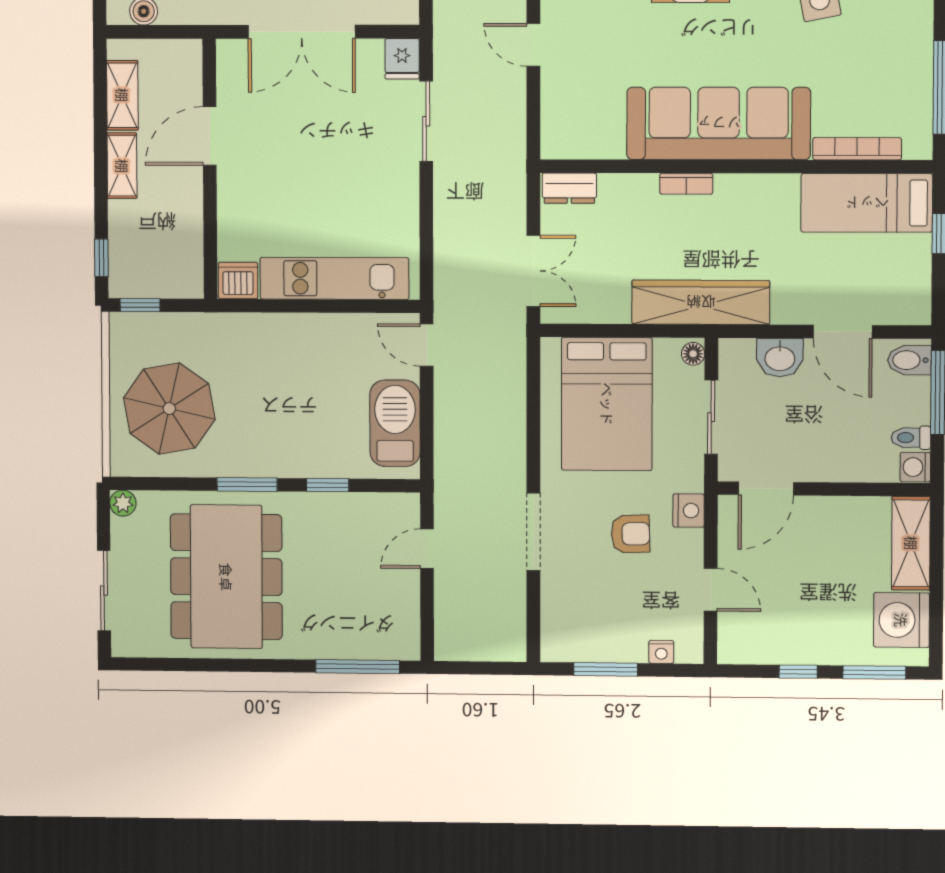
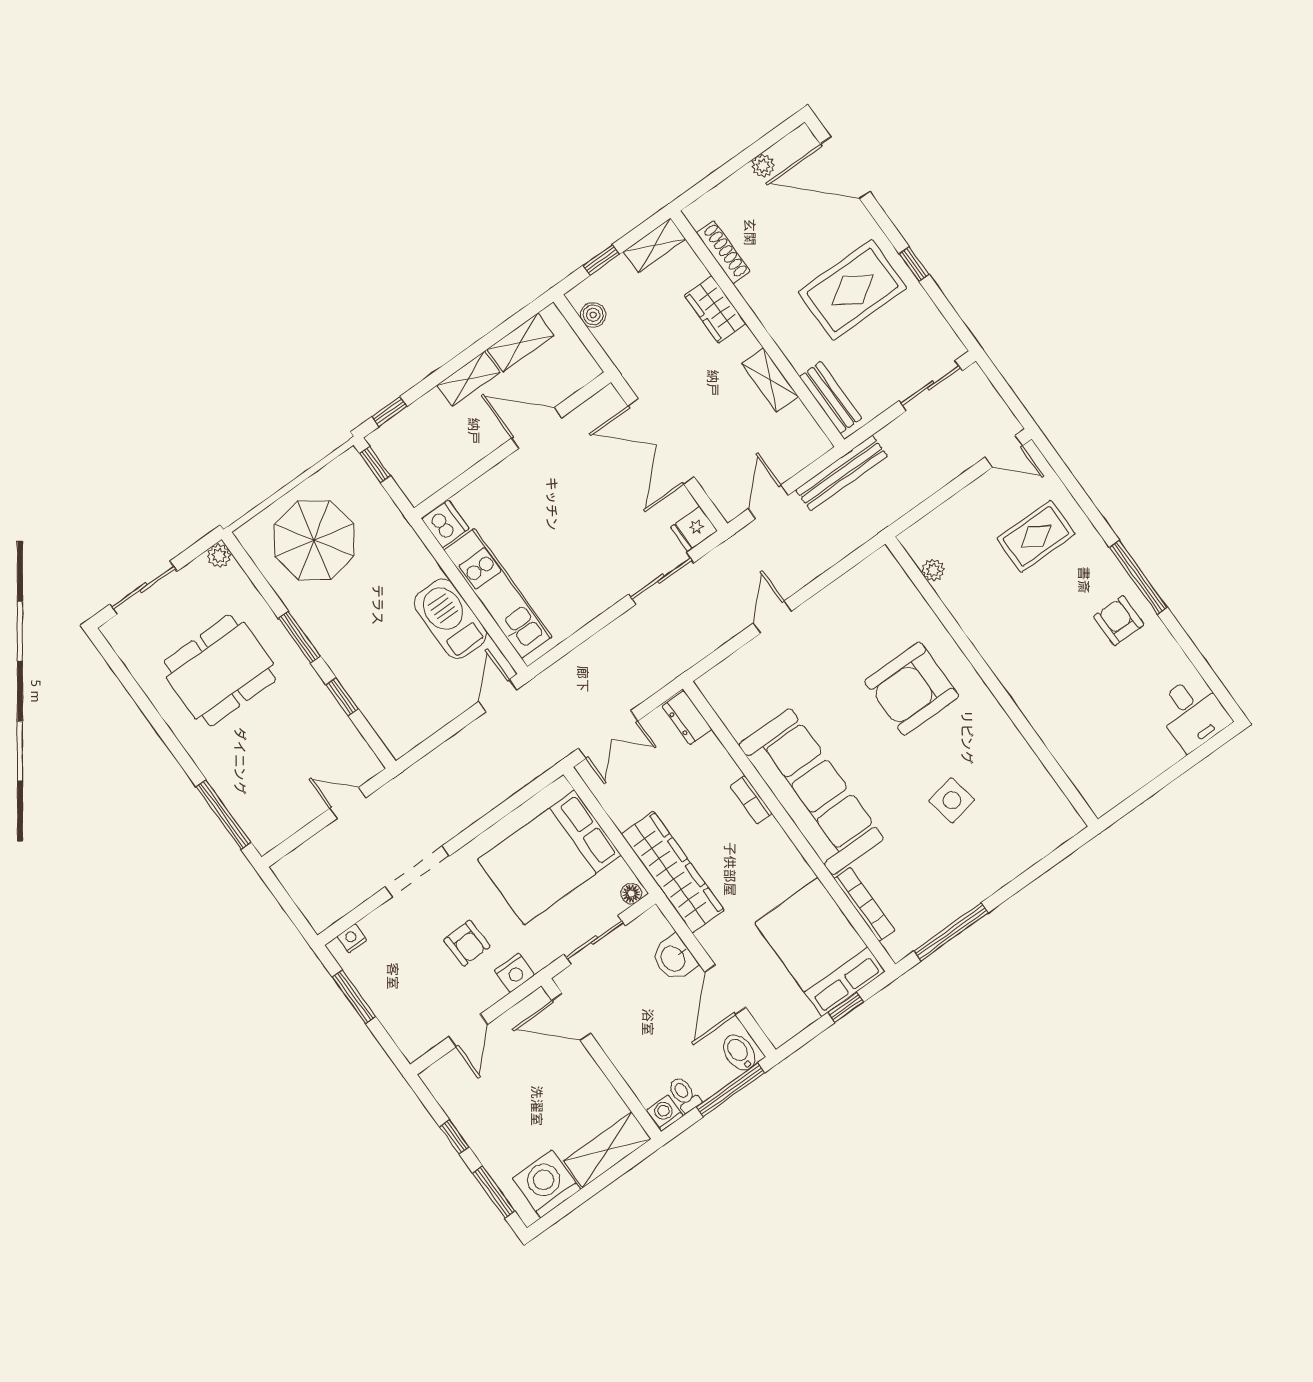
bed: (867, 203) -> (820, 947), width x1.50
barbecue: (395, 423) -> (450, 619), moved, turned -90
dining table: (226, 577) -> (220, 671), width x0.73, depth x0.80
nightstand: (661, 652) -> (352, 938), moved, turned 90

